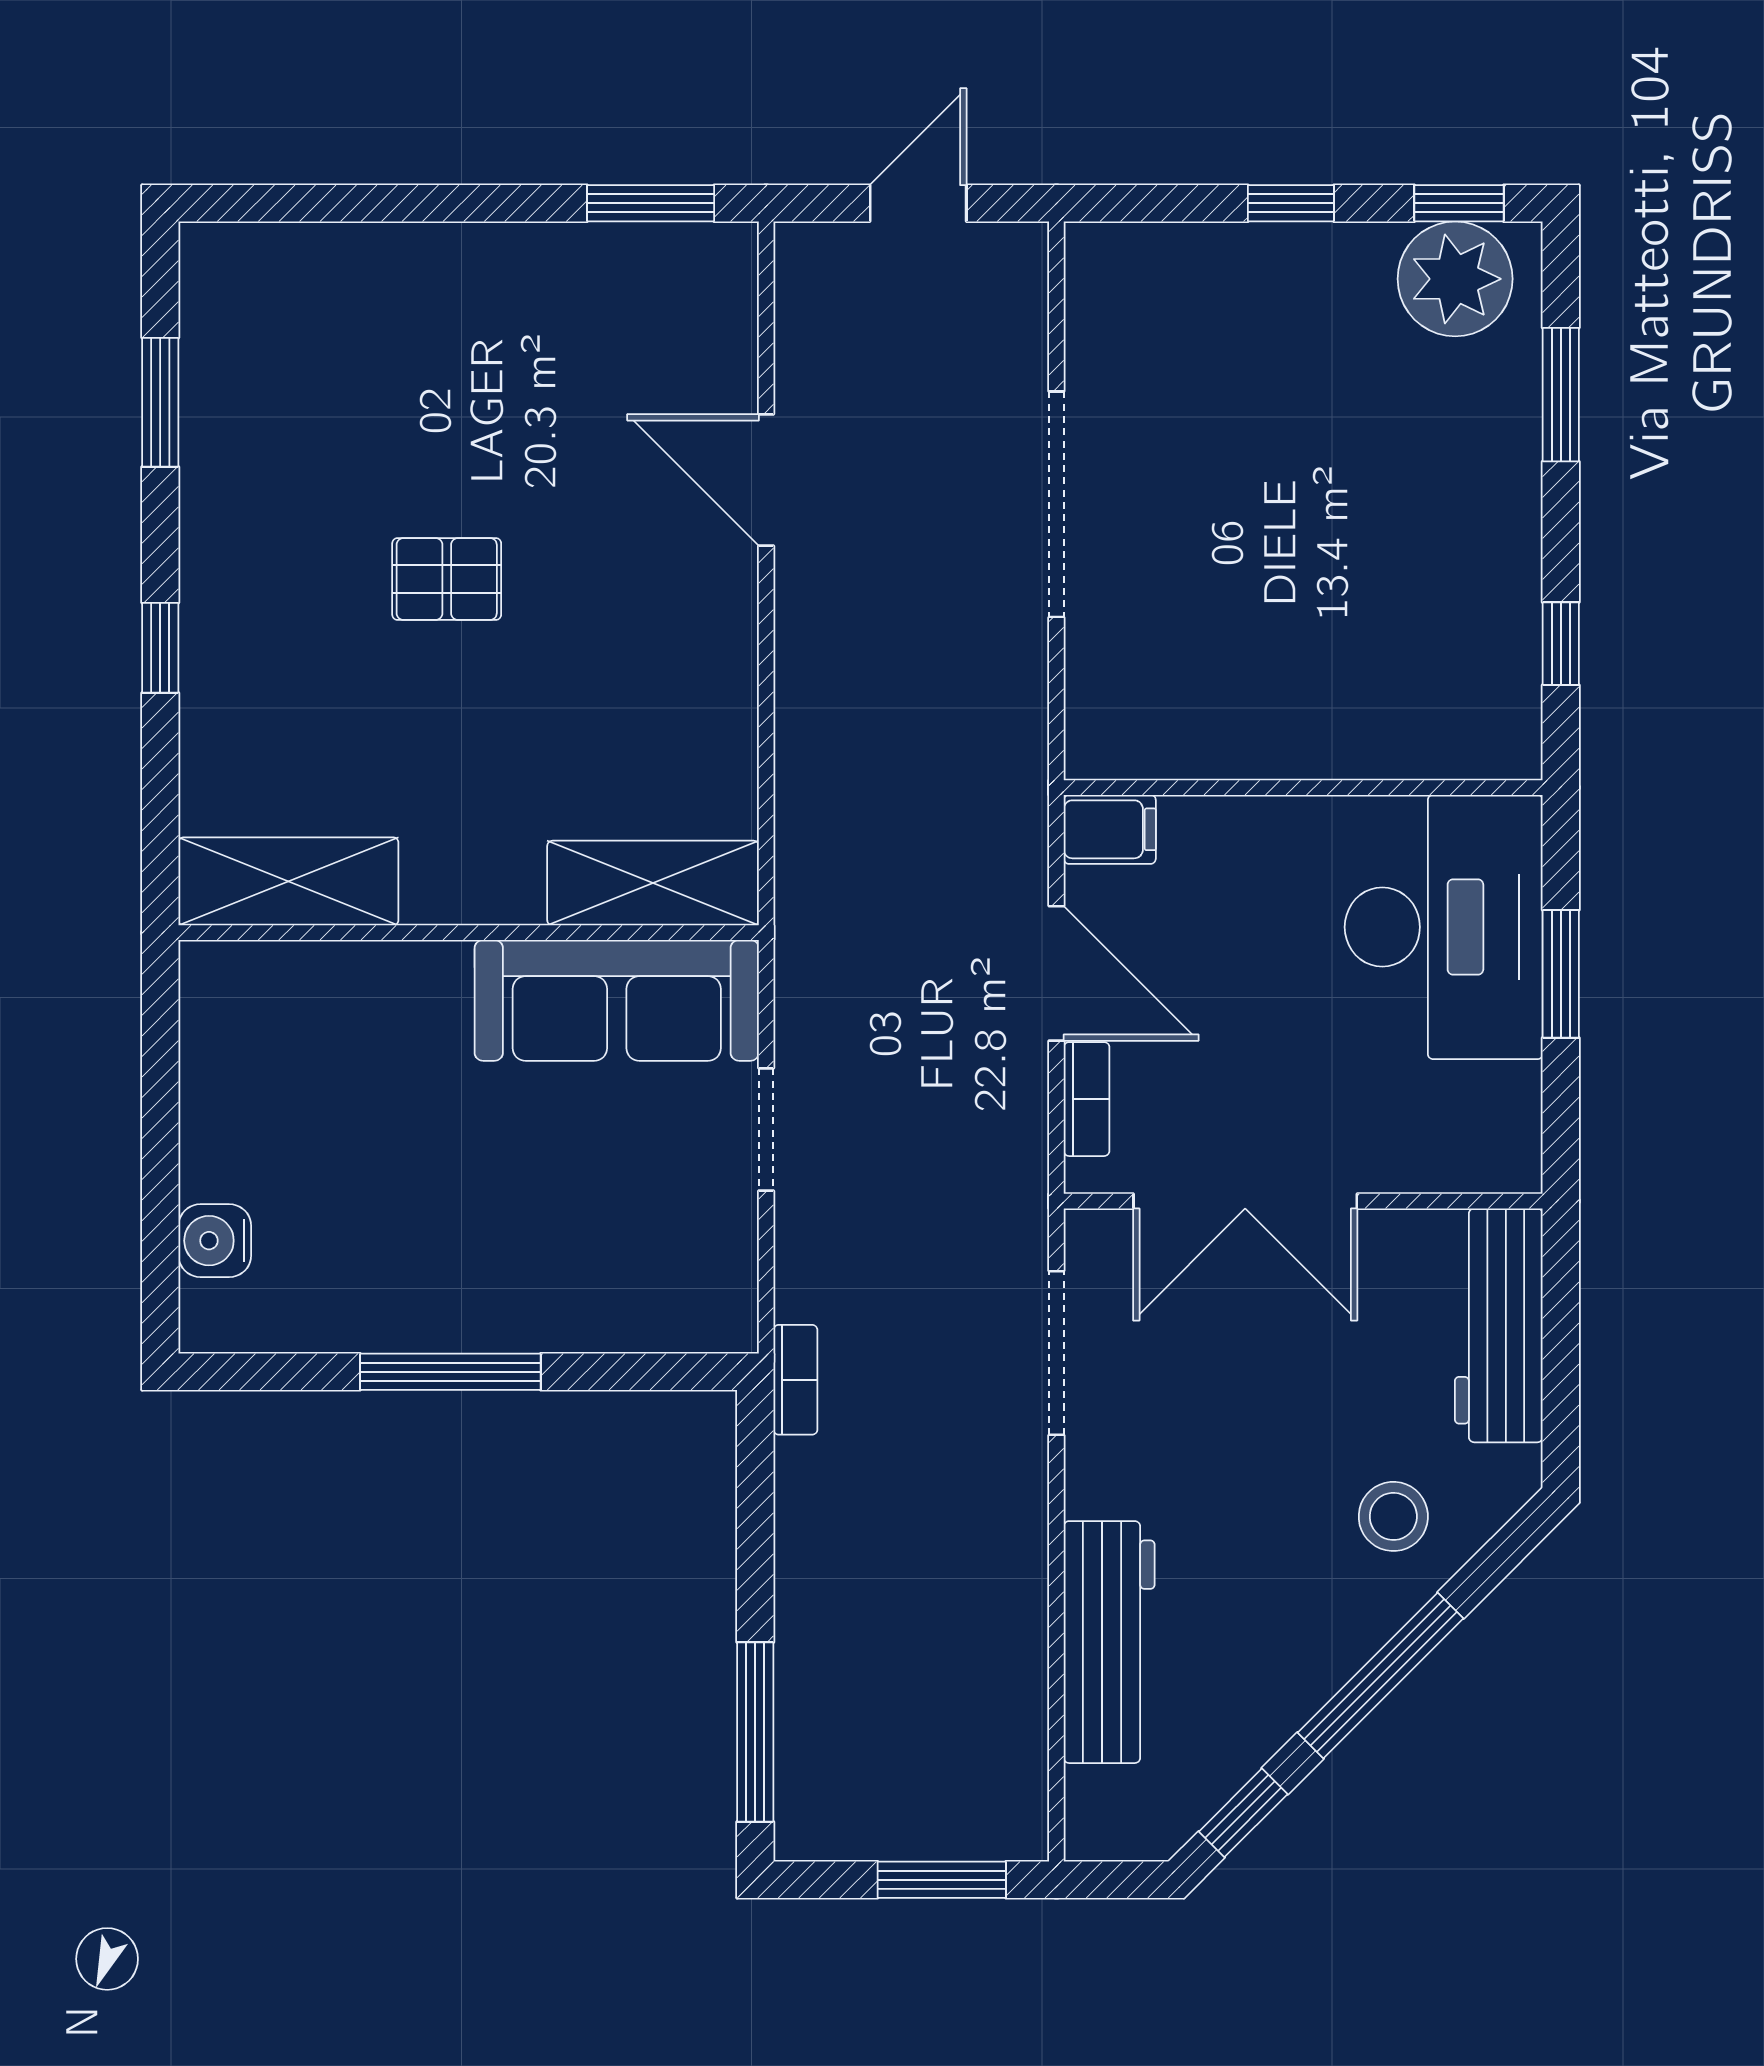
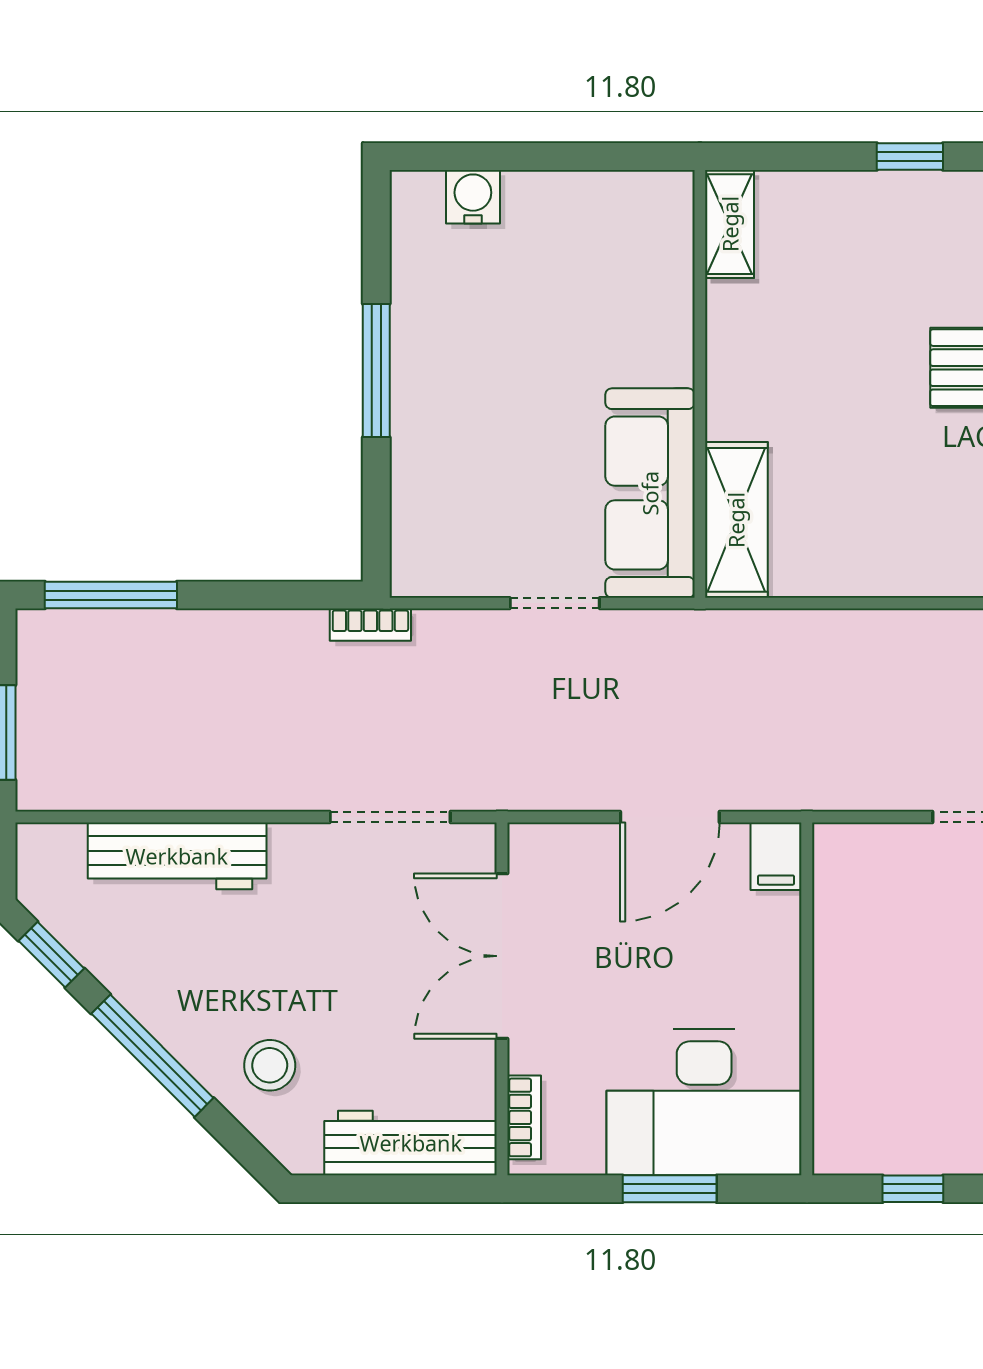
shelving: (288, 881) -> (730, 224), width x0.67, depth x0.75
bookcase: (1087, 1099) -> (524, 1117), moved, turned -90

